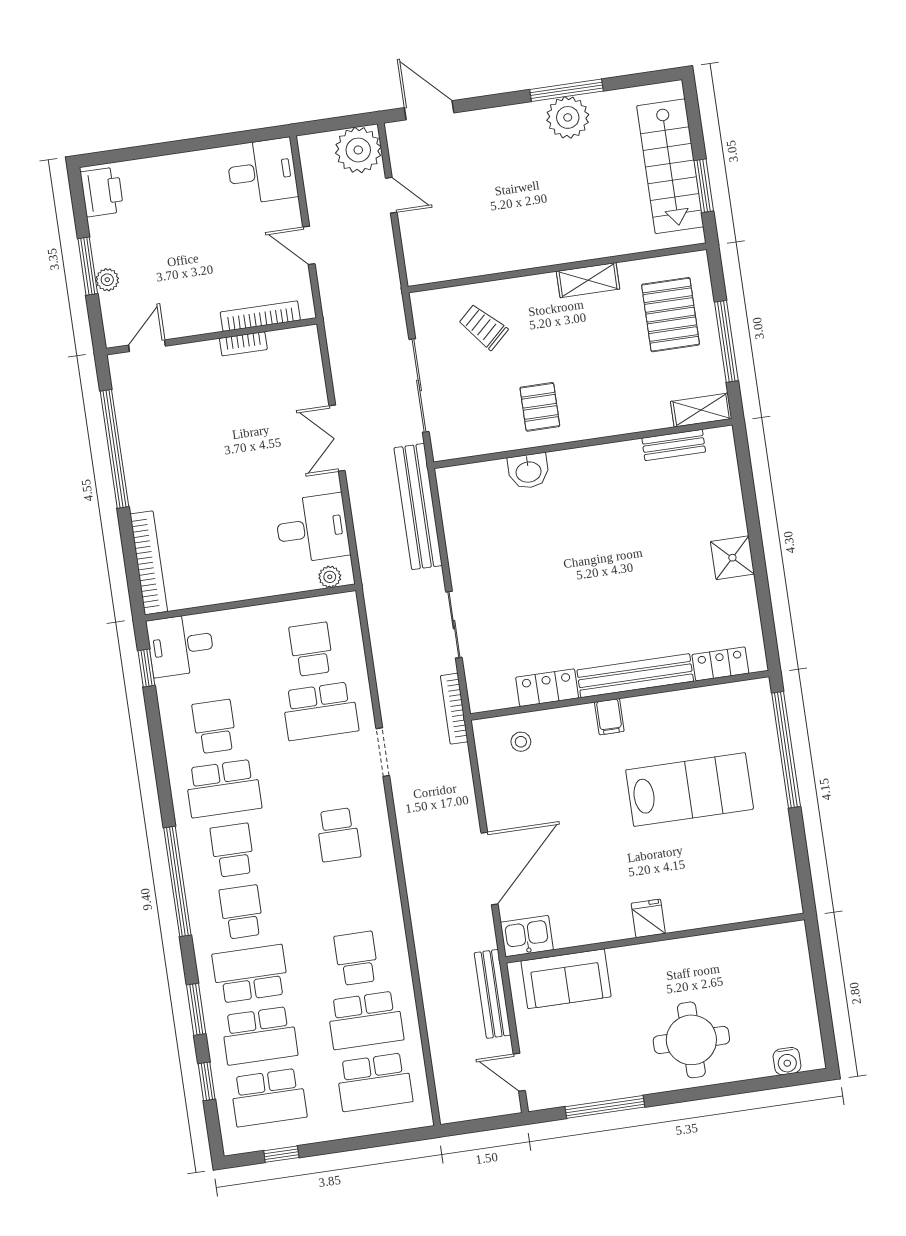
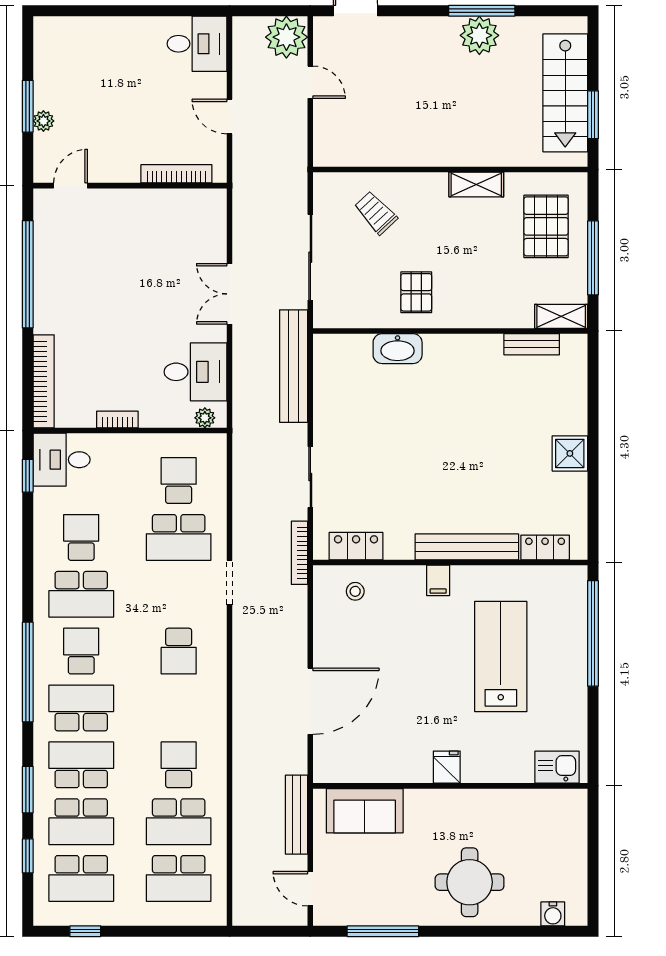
printer: (102, 192) -> (50, 41), removed
bookcase: (243, 344) -> (117, 420), moved, turned 180
washbasin: (528, 471) -> (398, 349), width x1.38
locker: (547, 688) -> (356, 546), moved
lab bench: (690, 790) -> (501, 657), turned -90
school desk: (241, 912) -> (81, 708), width x1.85
kitchen sink: (527, 936) -> (557, 767), moved

